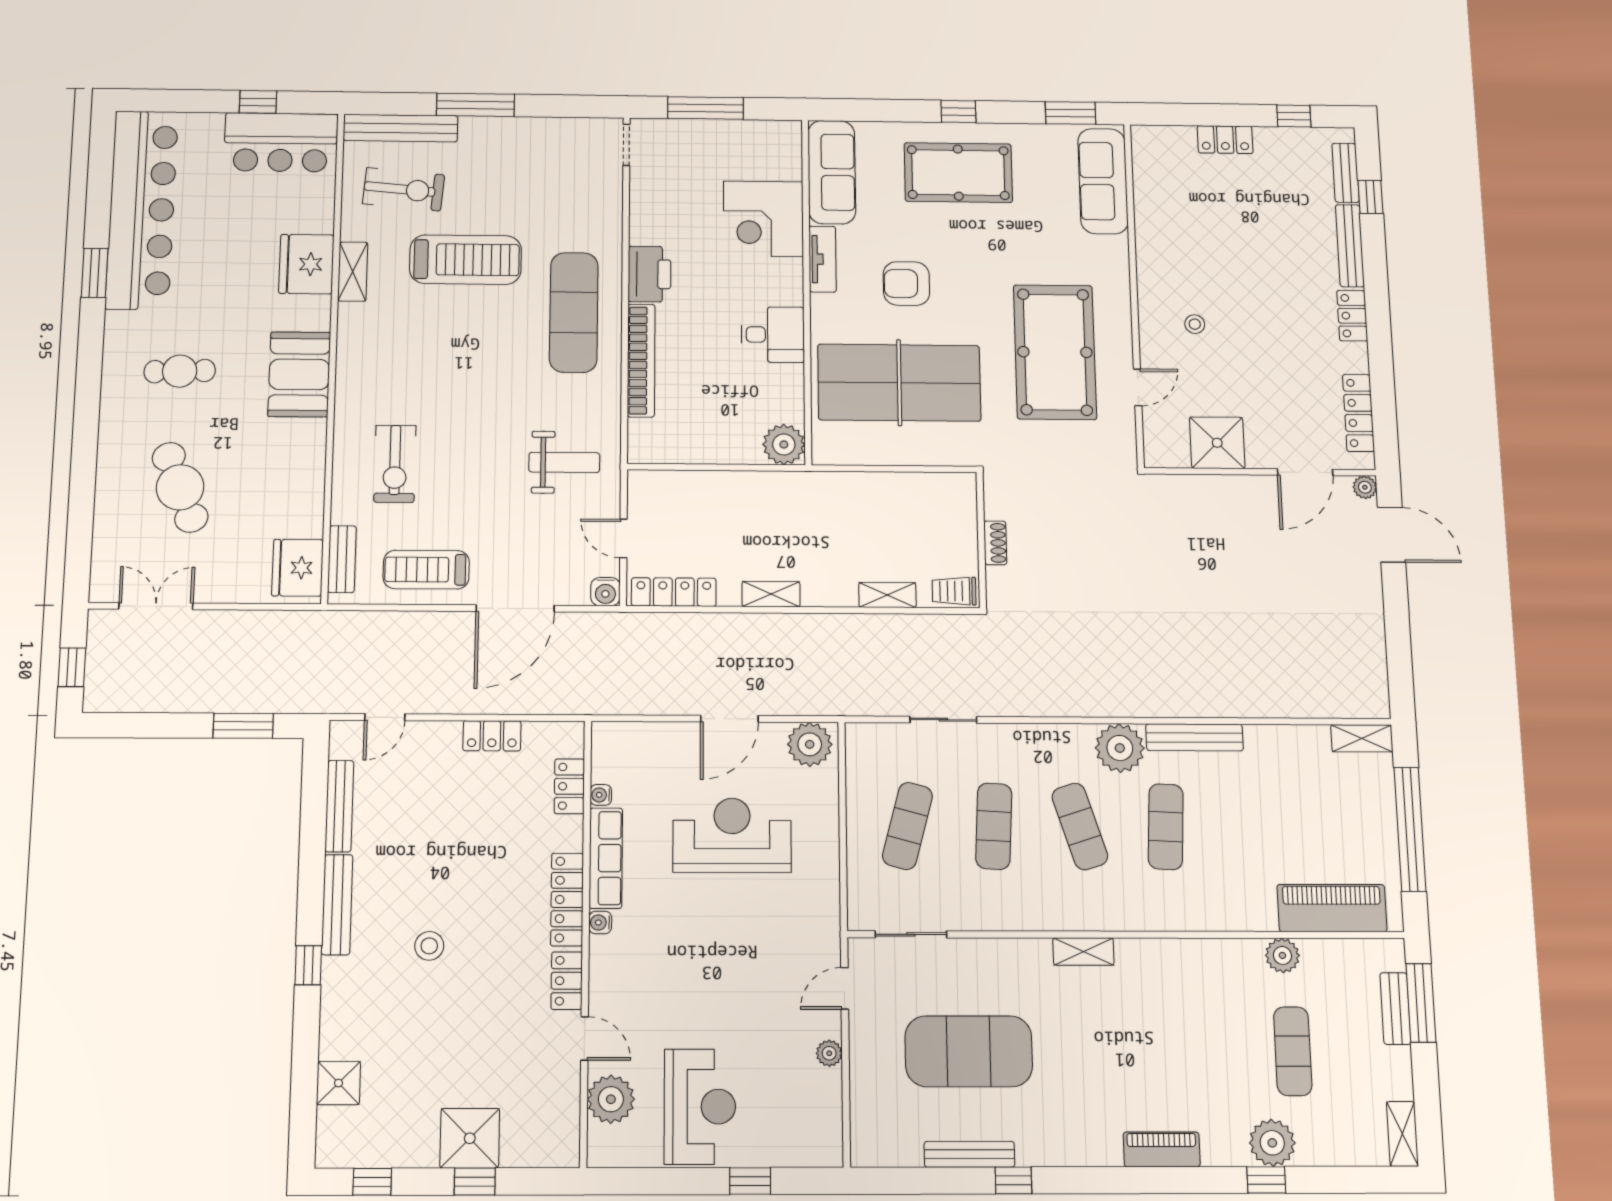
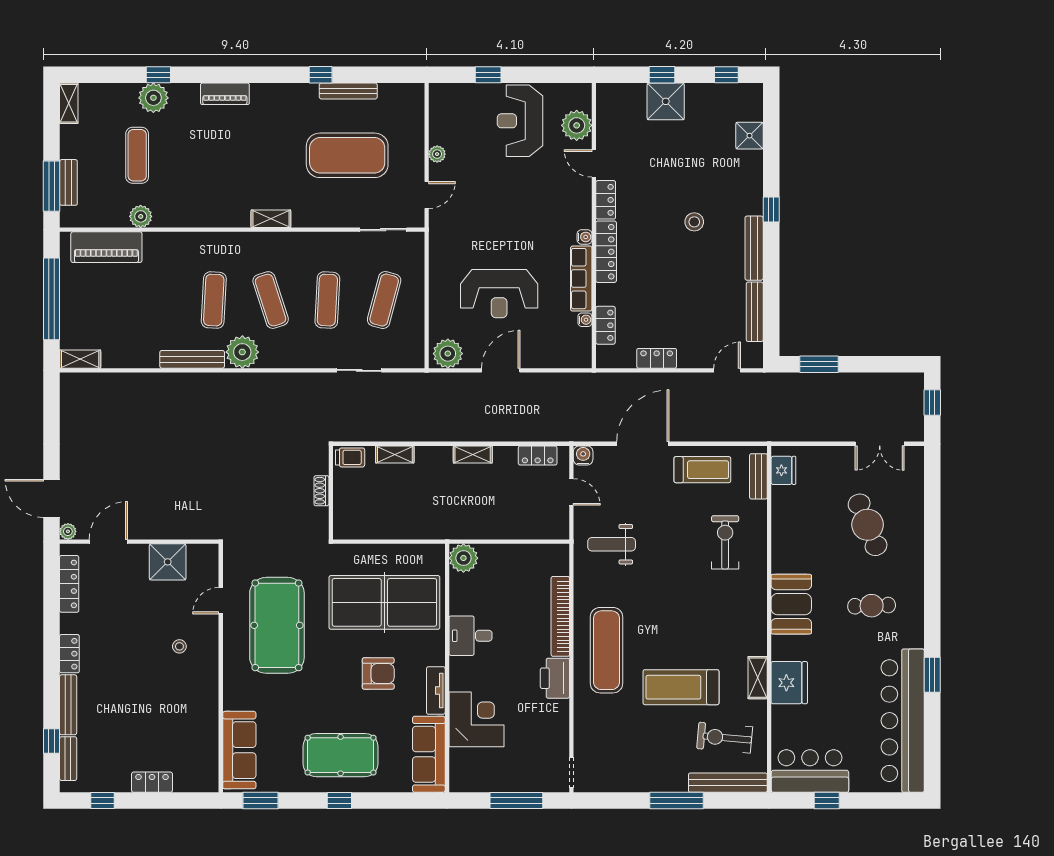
fridge: (297, 568) -> (783, 470), width x0.73, depth x0.75
locker: (674, 592) -> (538, 456), width x0.66

